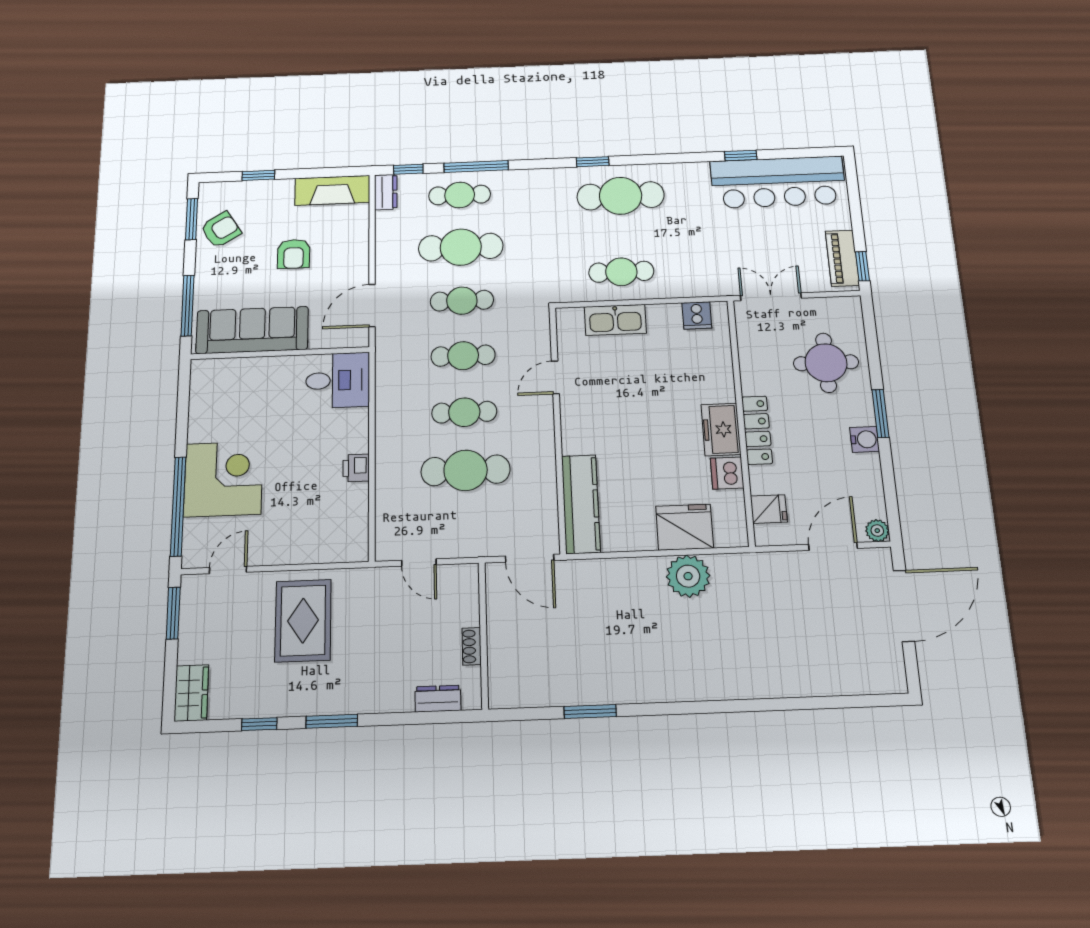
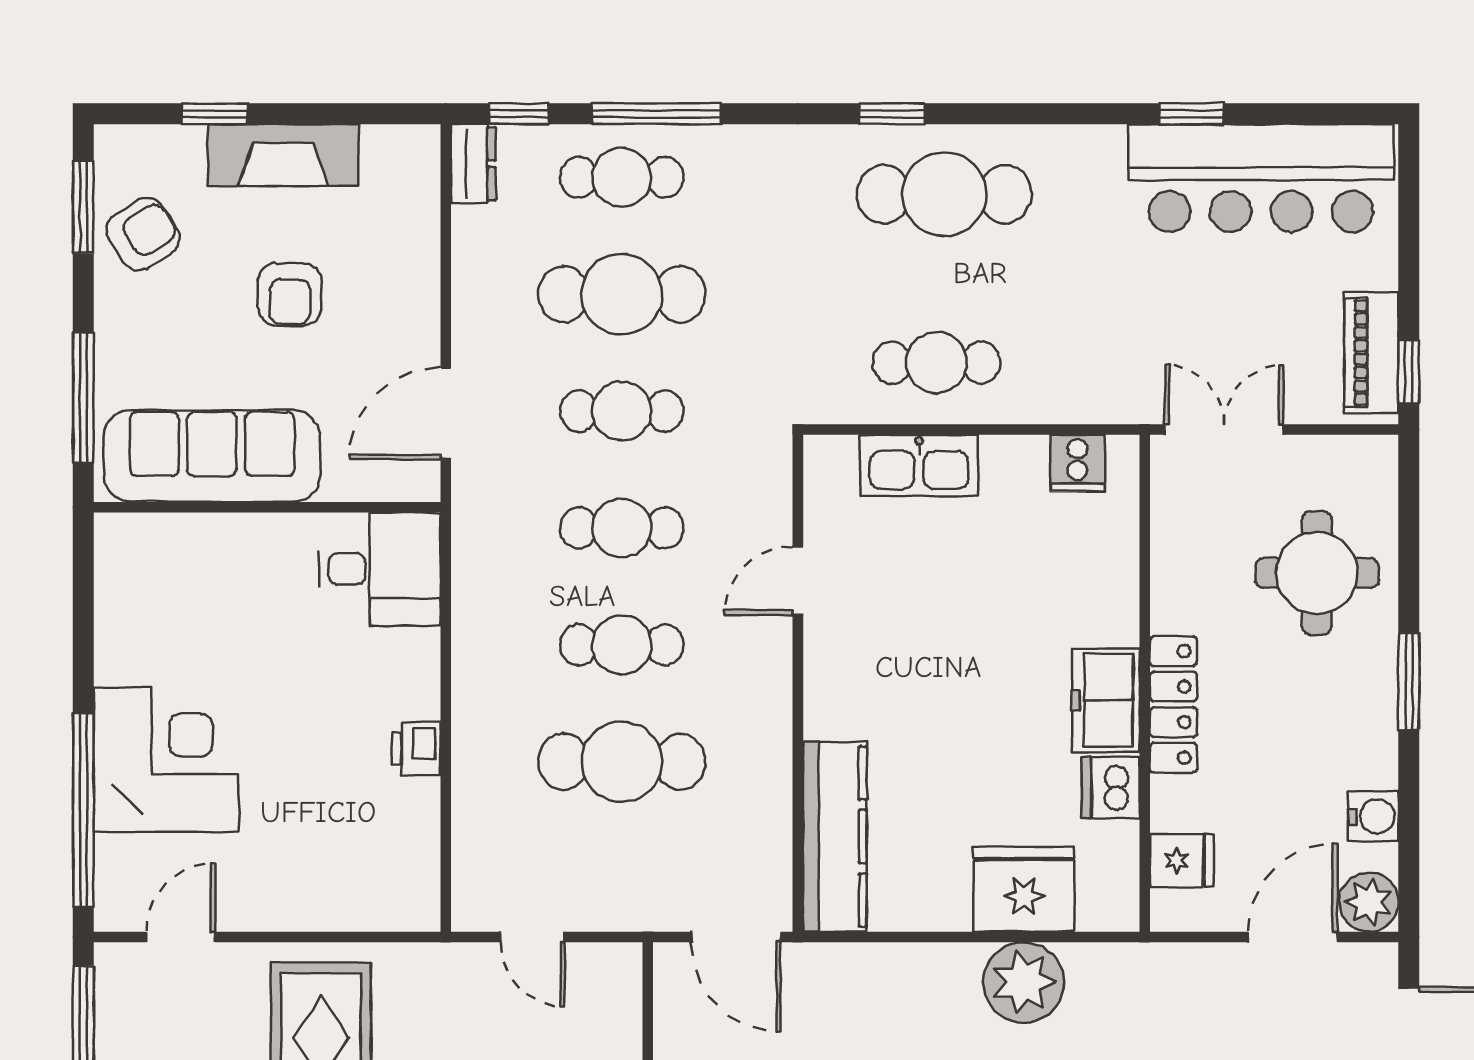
fireplace: (332, 190) -> (283, 155), moved
water cooler: (865, 439) -> (1373, 816), moved
plant: (877, 531) -> (1369, 902), width x1.38, depth x1.38

